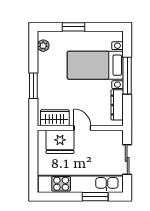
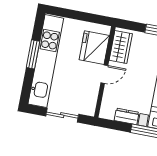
dresser: (117, 105) -> (127, 116), width x0.70
window: (95, 197) -> (33, 54), moved

